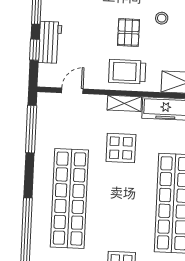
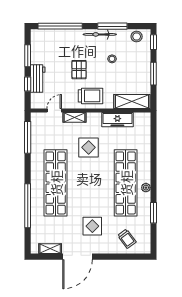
pallet: (128, 32) -> (79, 70), moved
trolley: (127, 72) -> (90, 96), turned 180
shelving: (124, 103) -> (74, 117), moved

